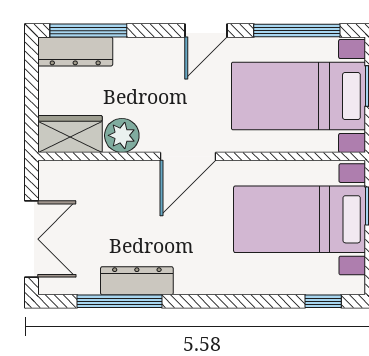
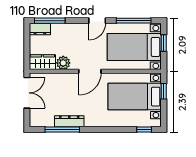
dresser: (75, 51) -> (40, 29), width x0.70
double door: (32, 239) -> (27, 93), moved

